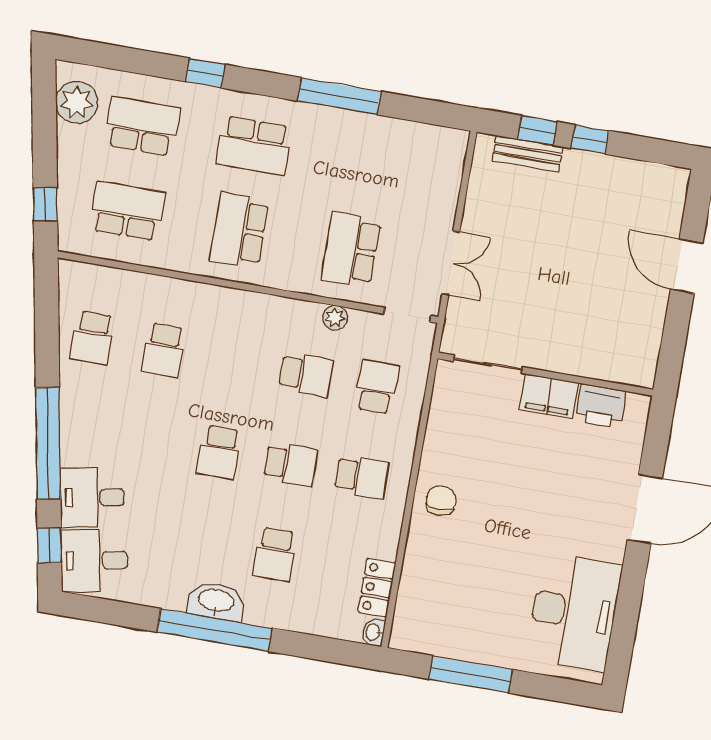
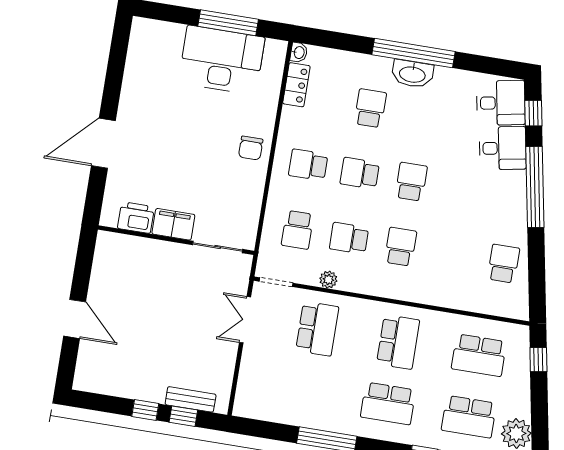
school desk: (254, 145) -> (388, 403), turned 180
school desk: (164, 350) -> (401, 247), moved
desk: (574, 612) -> (222, 60), moved, turned 90

